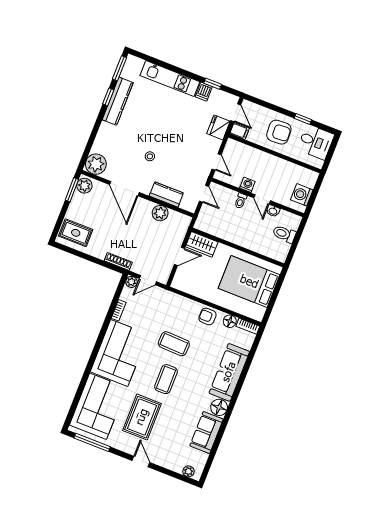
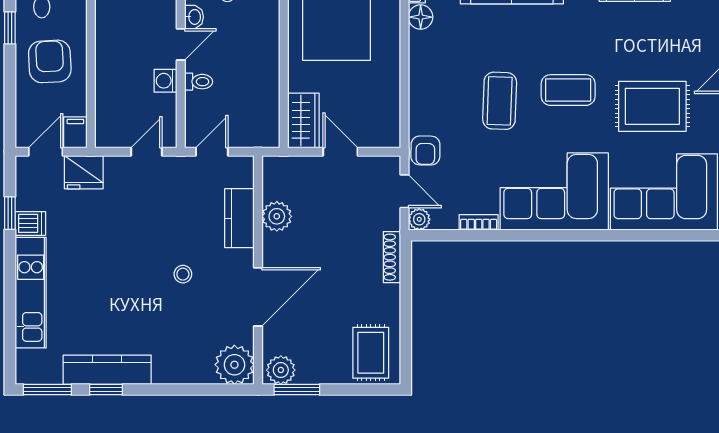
armchair: (207, 316) -> (425, 150), moved

